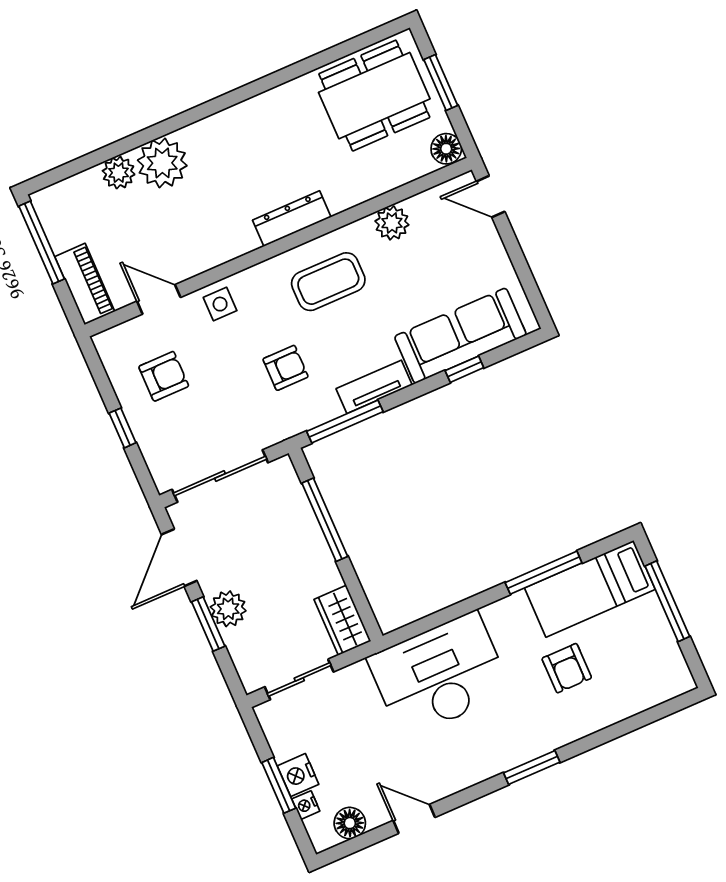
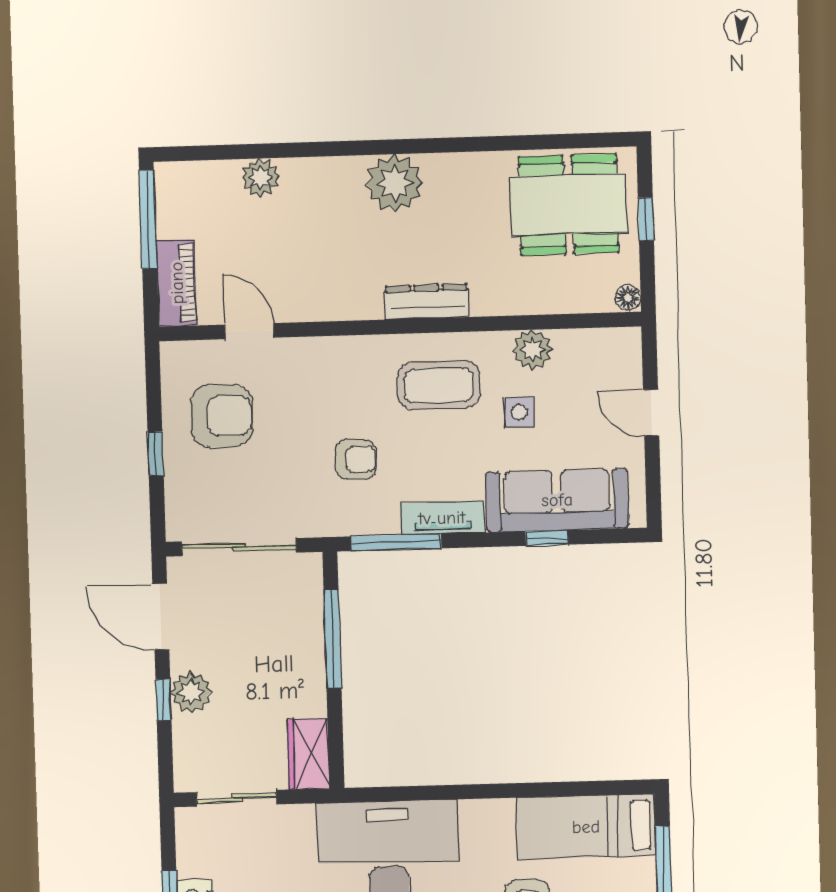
window: (441, 82) -> (646, 219), width x0.67
floor lamp: (446, 149) -> (628, 298), width x0.73, depth x0.73
plant: (162, 163) -> (395, 183), moved
door: (491, 197) -> (651, 413), moved
side table: (220, 304) -> (519, 412), moved
armchair: (164, 376) -> (222, 416), width x1.38, depth x1.38
door: (179, 558) -> (161, 617), hinge flipped
window: (544, 573) -> (544, 790), removed
window: (208, 624) -> (163, 700), width x0.67

